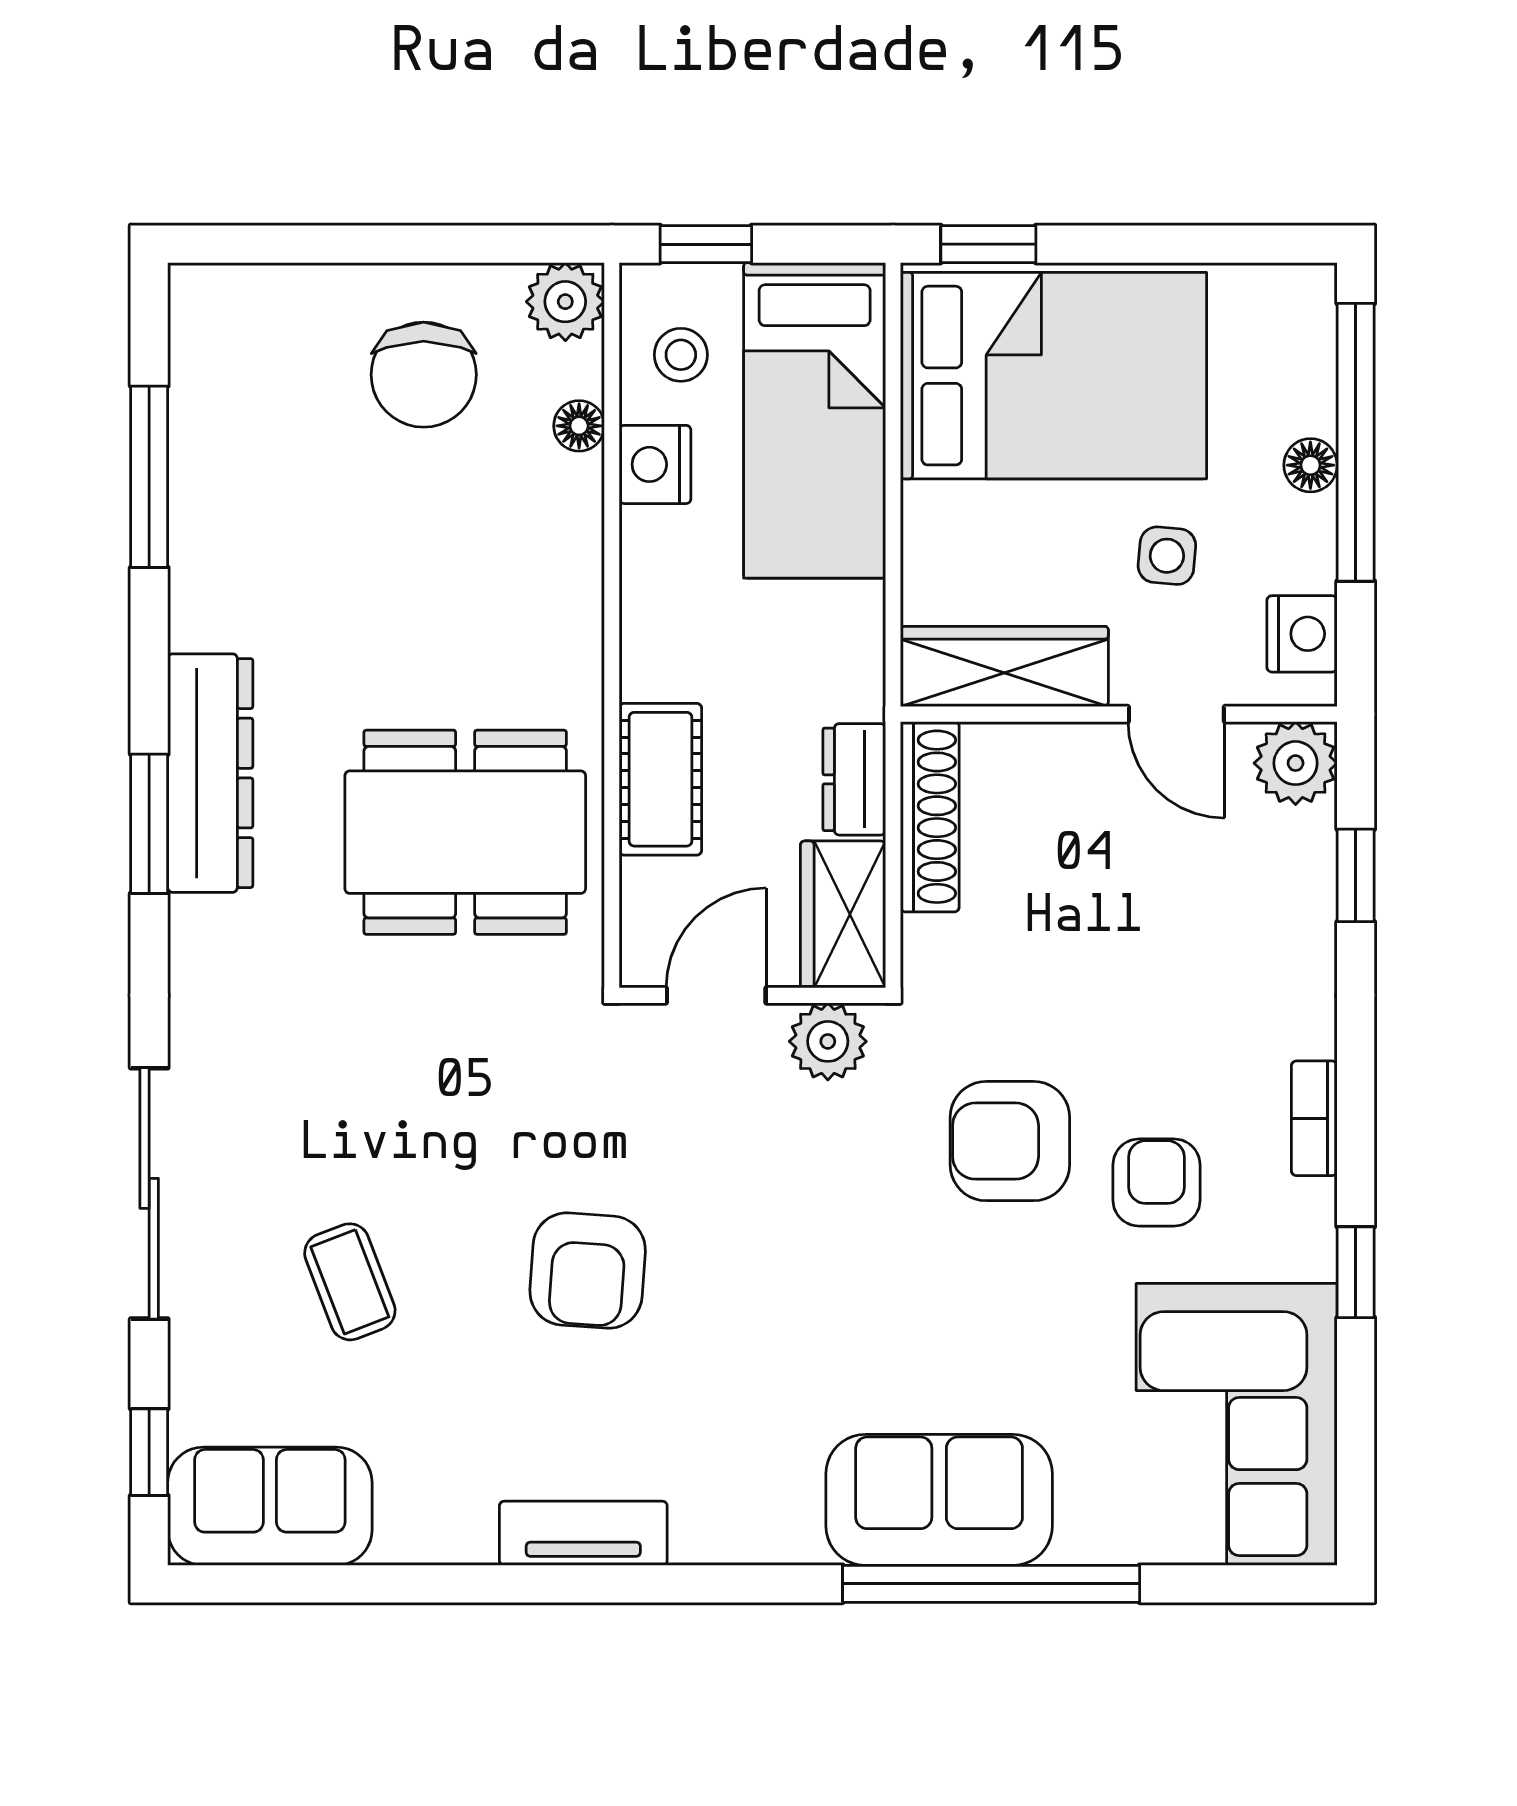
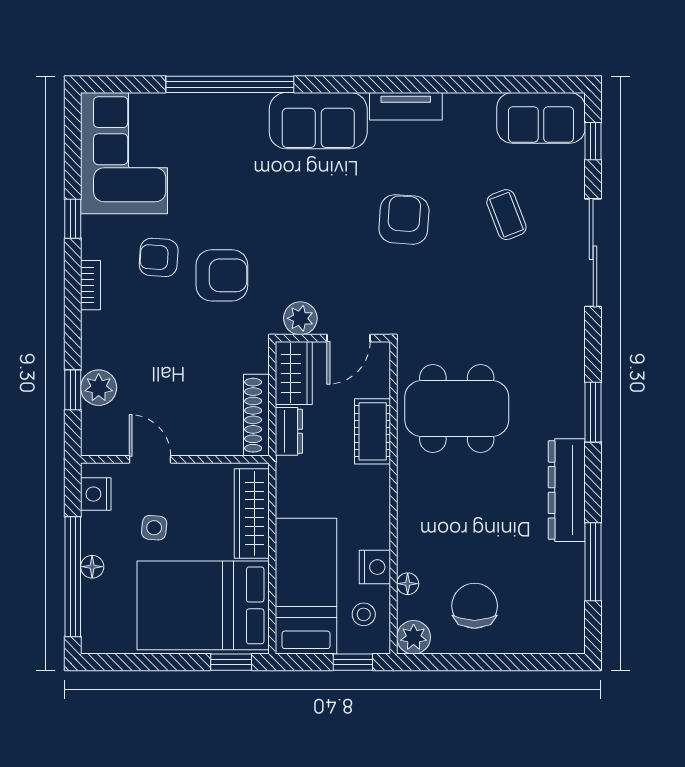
wardrobe: (1004, 666) -> (252, 513), moved, turned 90
plant: (1296, 763) -> (99, 388), moved
dresser: (210, 773) -> (567, 490), moved
armchair: (1157, 1183) -> (159, 257), turned 94
sofa: (939, 1500) -> (318, 121), moved

